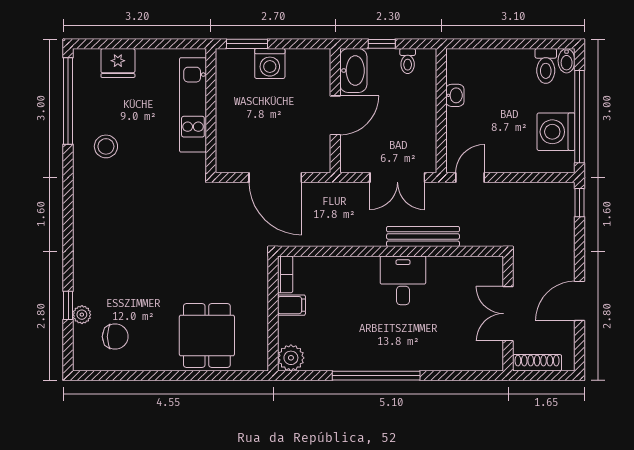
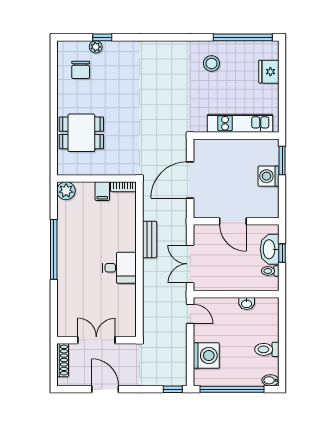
toilet: (546, 66) -> (267, 349), moved
washbasin: (353, 70) -> (270, 249), moved, turned 90
washing machine: (556, 132) -> (206, 355), moved, turned 90
bench: (423, 236) -> (150, 240), moved, width x0.73

